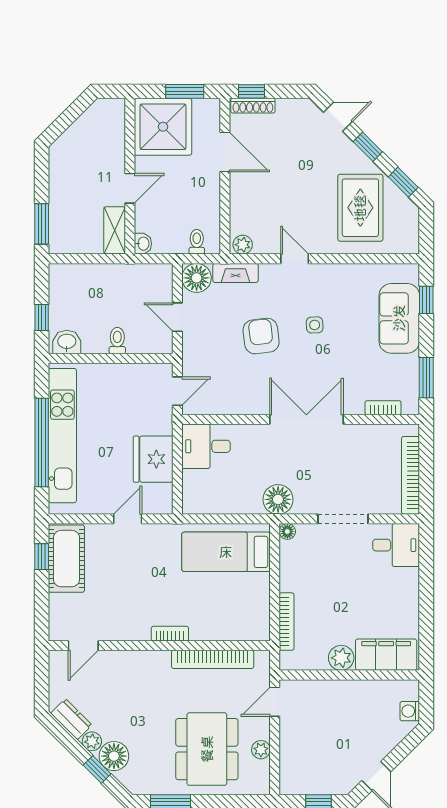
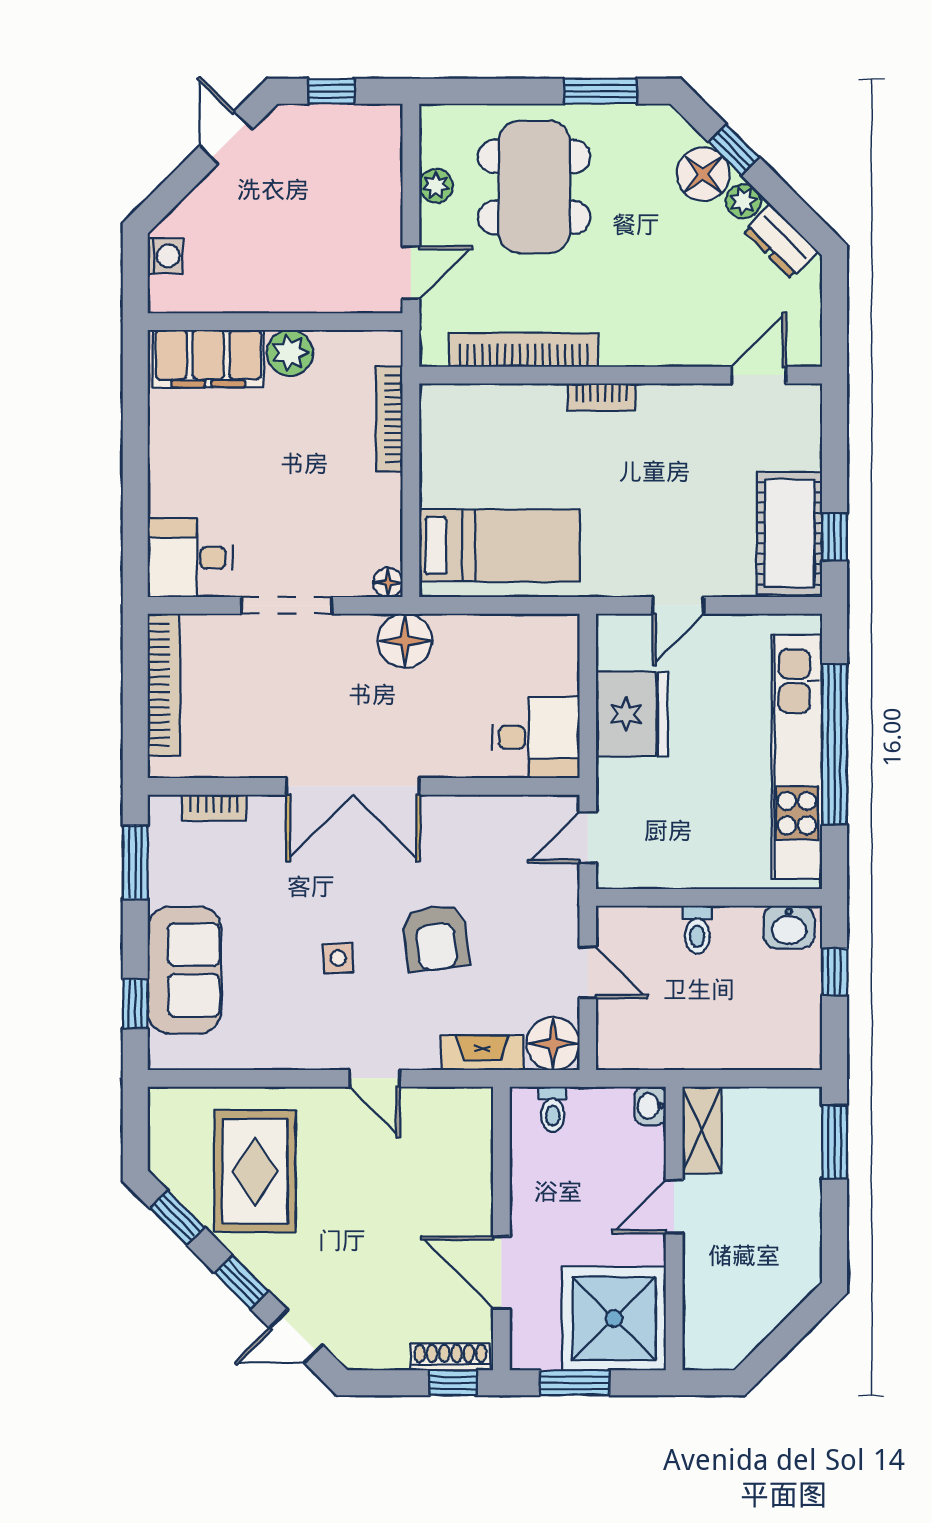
plant: (243, 245) -> (469, 1104), removed

